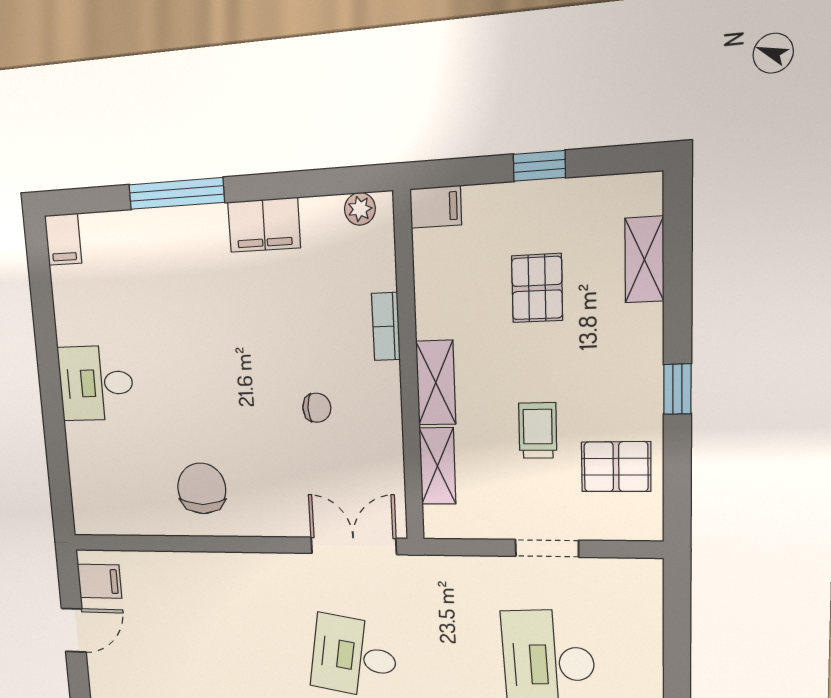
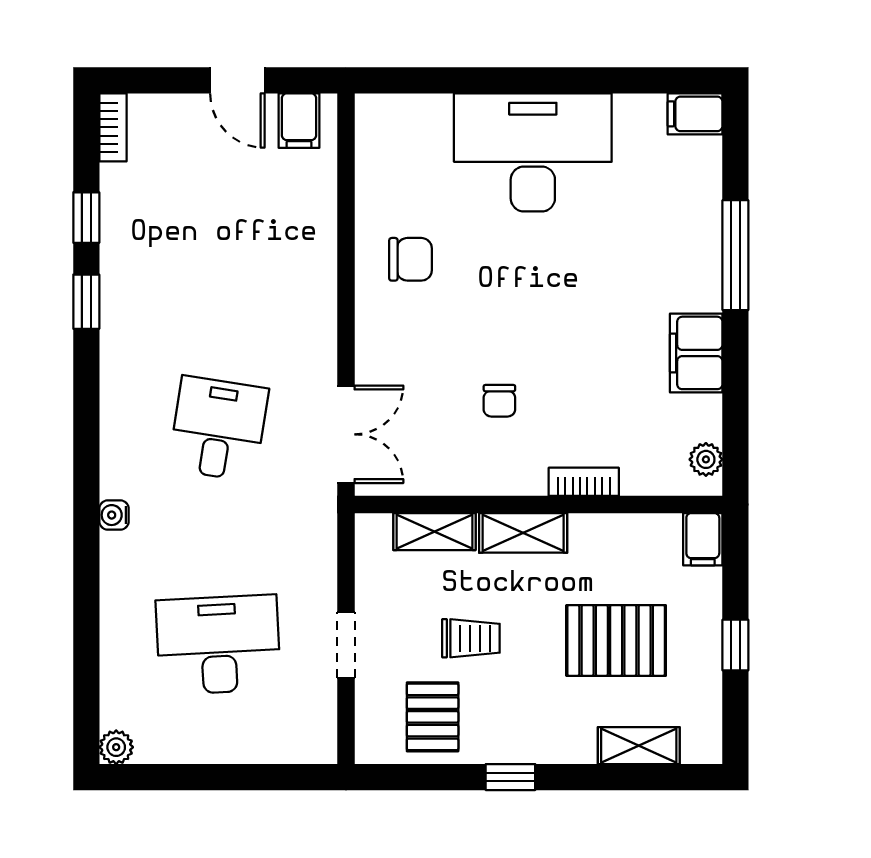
pallet: (537, 288) -> (616, 640), width x1.50, depth x1.42
desk: (96, 383) -> (533, 152), width x1.87, depth x1.30
chair: (202, 488) -> (410, 259), width x0.73, depth x0.73

